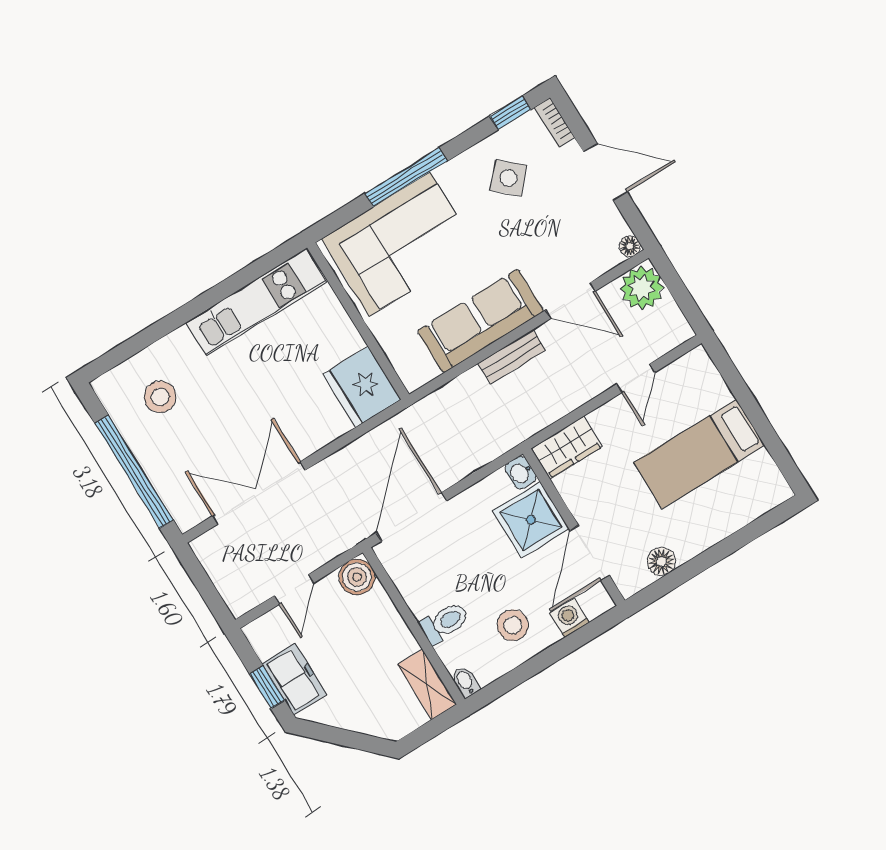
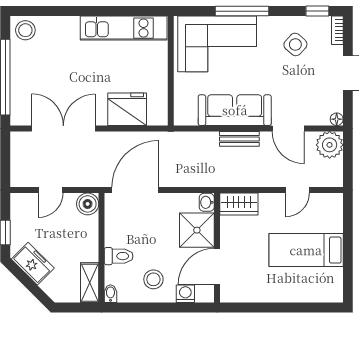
fridge: (362, 387) -> (127, 109), moved, turned 90
stool: (160, 397) -> (25, 30), moved
floor lamp: (661, 561) -> (252, 294), removed
freezer: (294, 679) -> (33, 264), moved, turned -45

